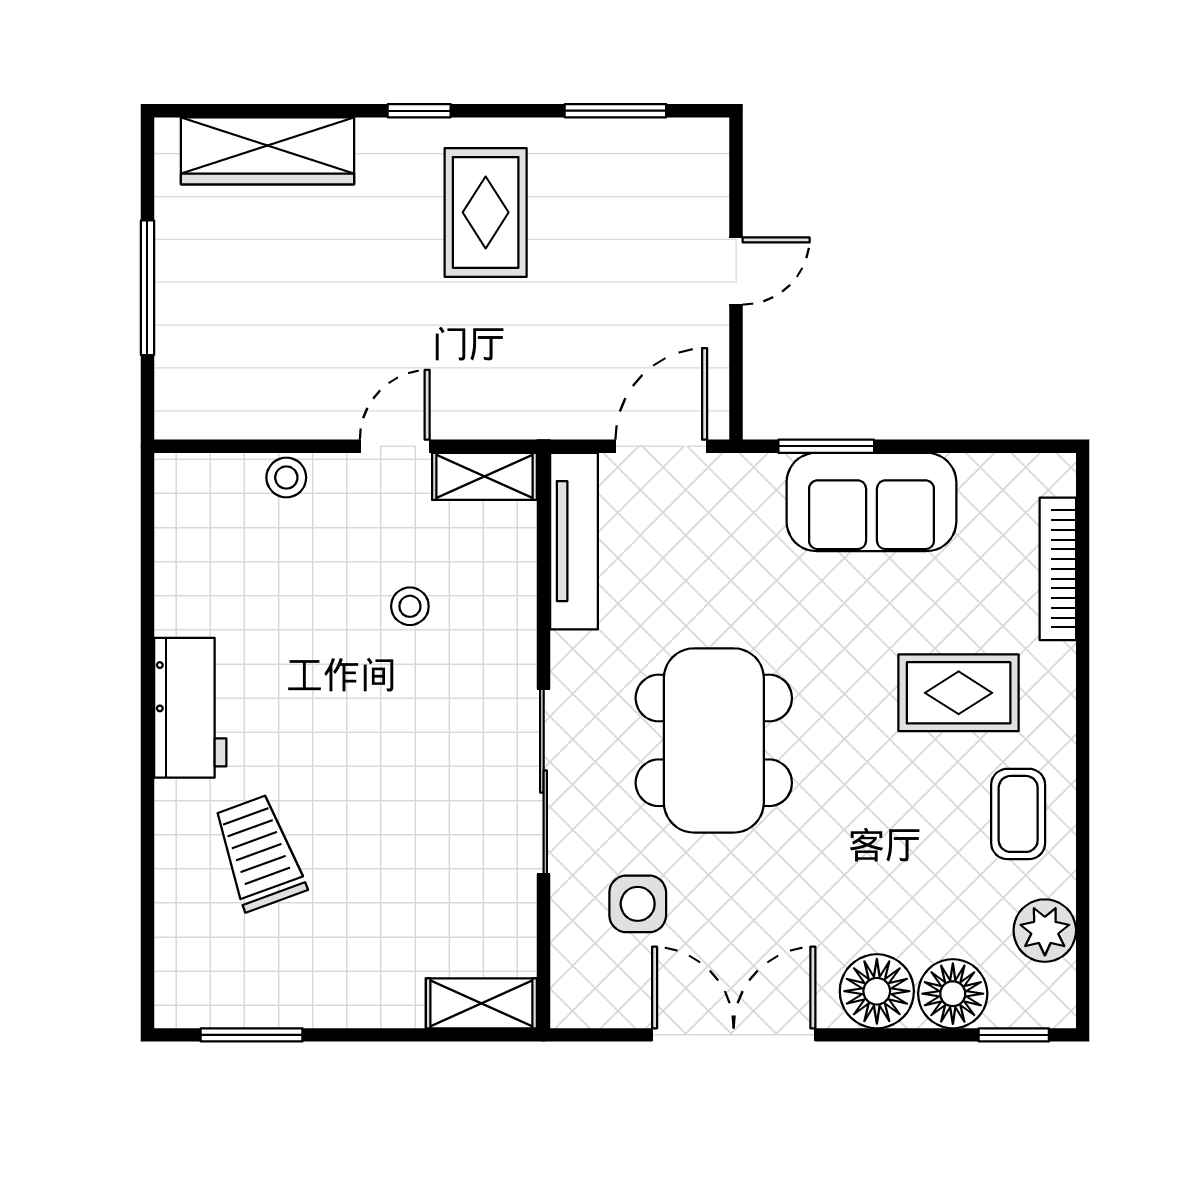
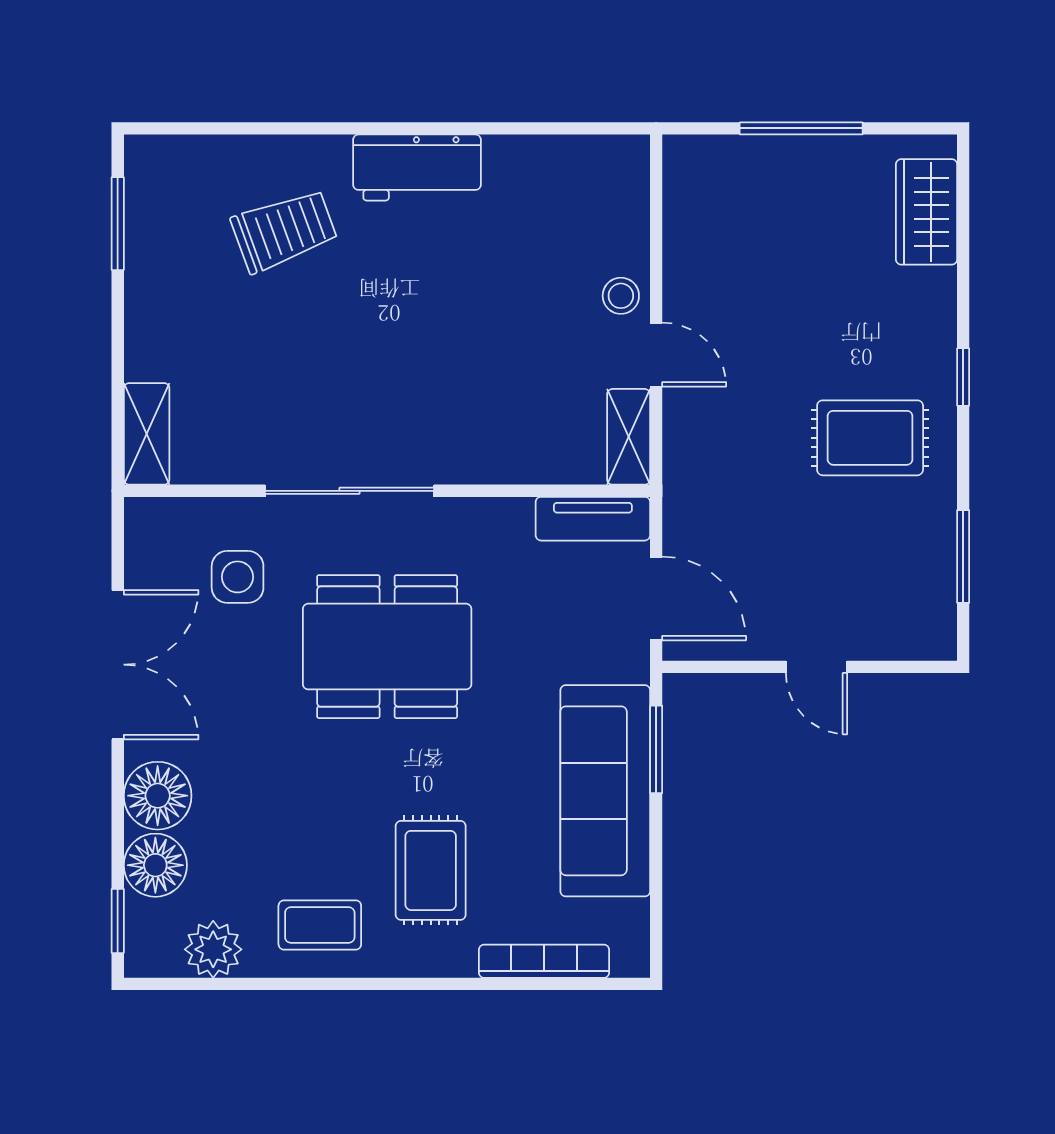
wardrobe: (268, 151) -> (926, 212), width x0.67
stool: (286, 478) -> (621, 296), moved
sofa: (871, 502) -> (605, 791), width x1.36
tv unit: (574, 541) -> (593, 519), width x0.71
stool: (410, 606) -> (510, 369), removed

